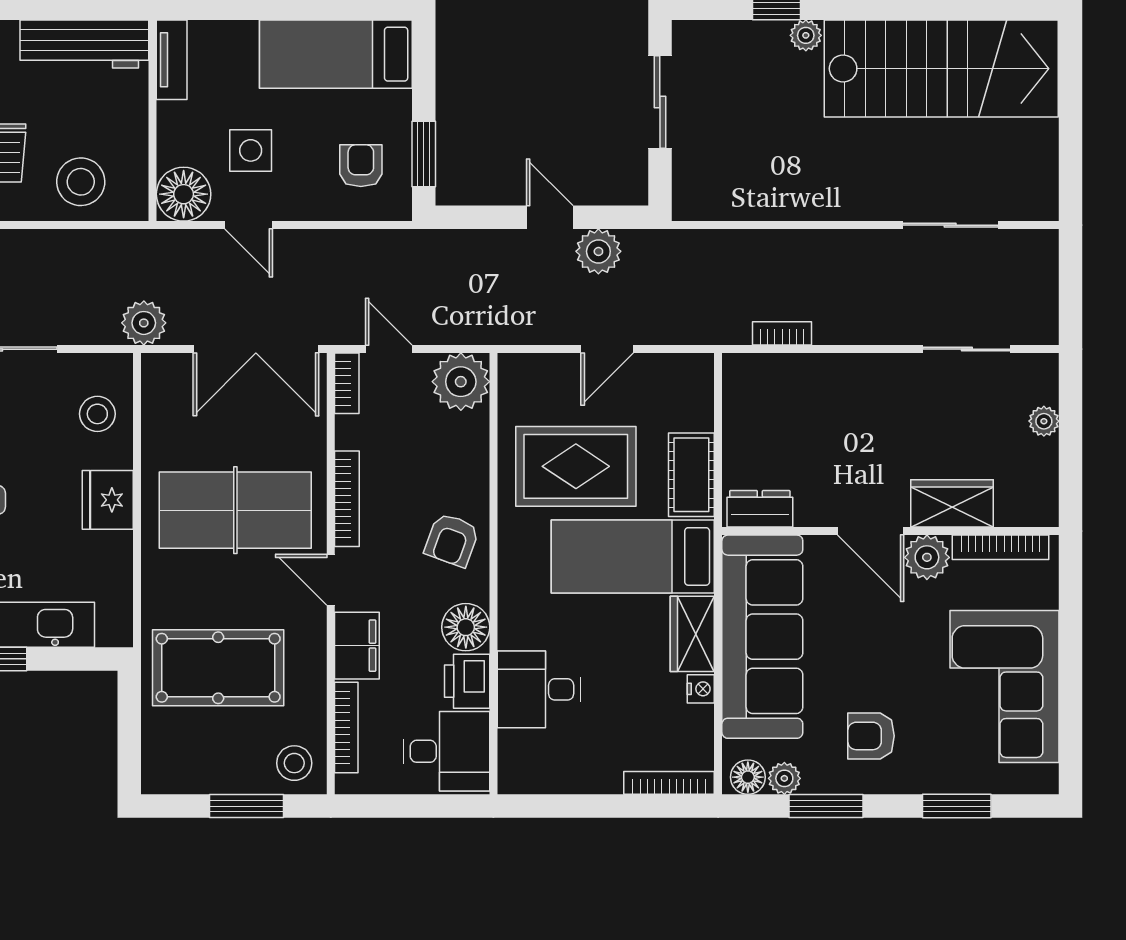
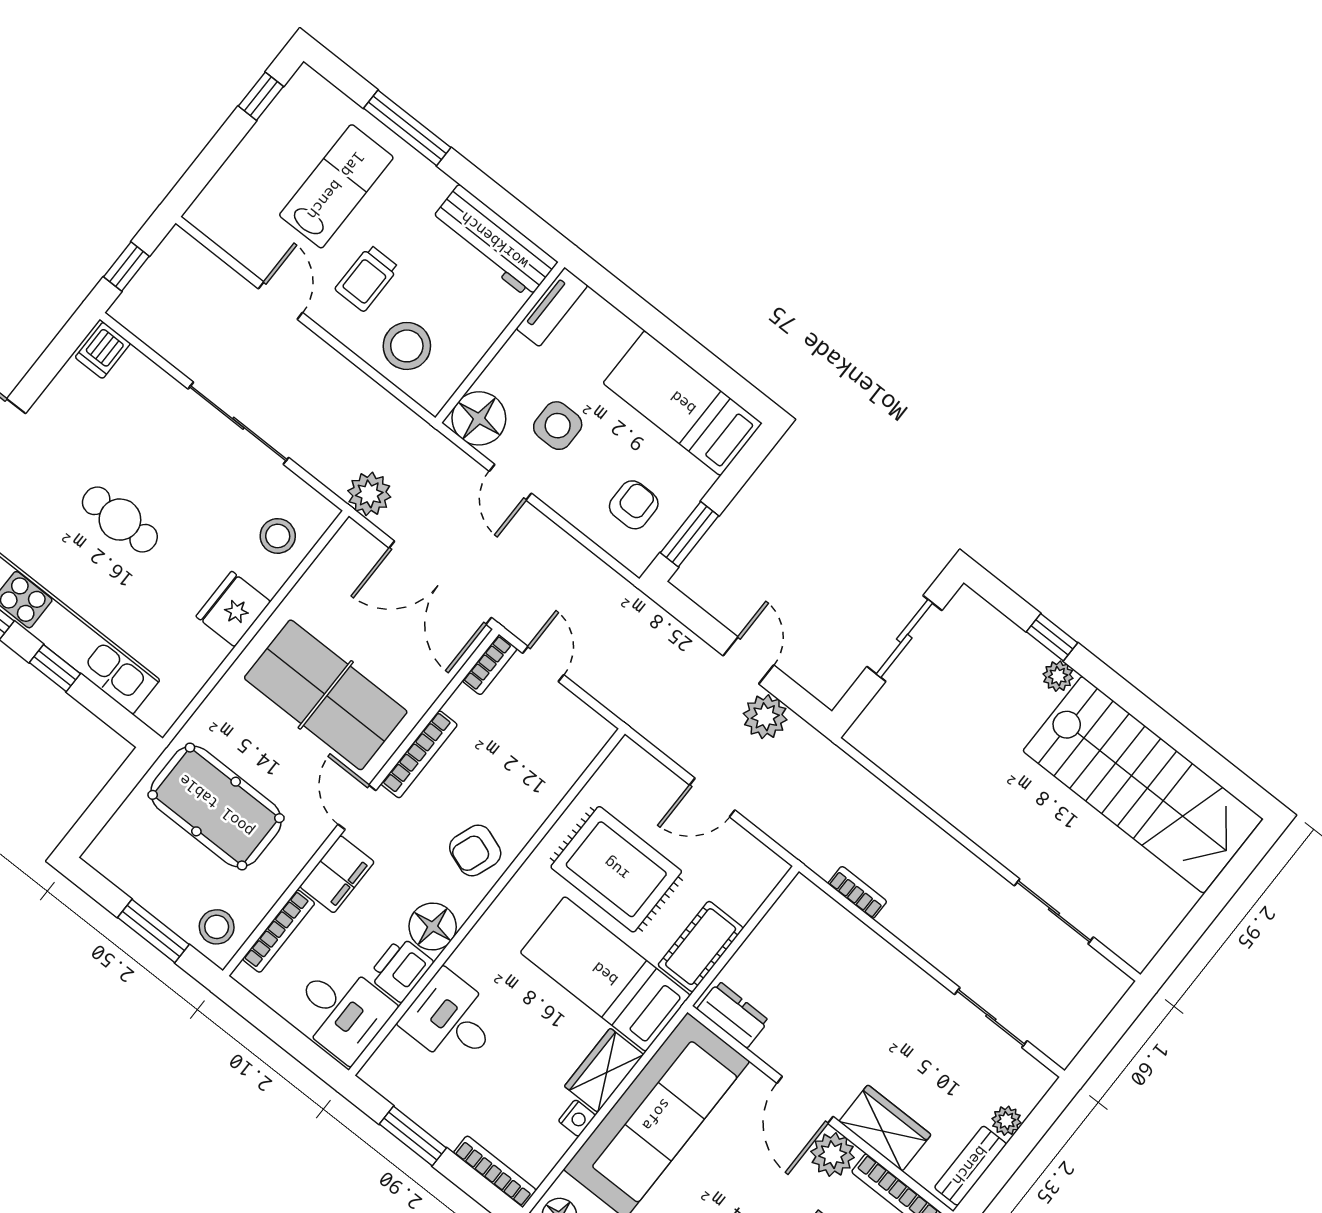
plant: (461, 382) -> (579, 733), removed
bench: (1044, 480) -> (970, 1166), added
window: (582, 806) -> (413, 1136), added

